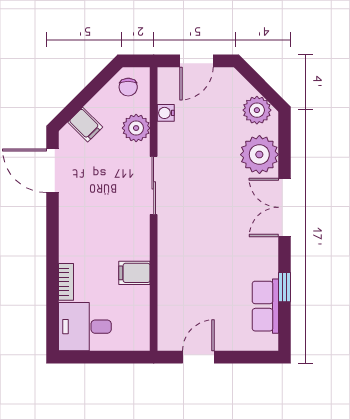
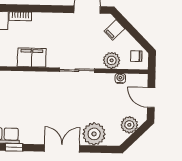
plant: (257, 110) -> (129, 125), moved
filing cabinet: (134, 273) -> (32, 58), width x2.00

